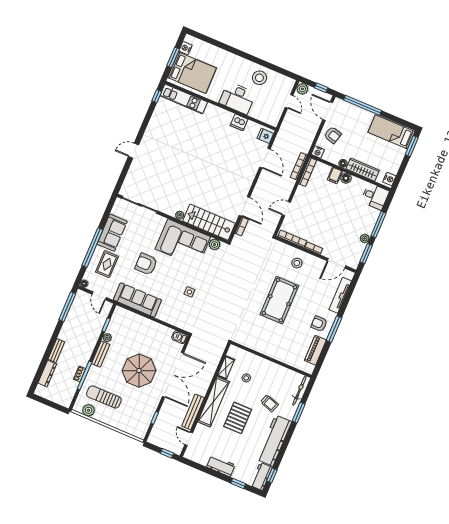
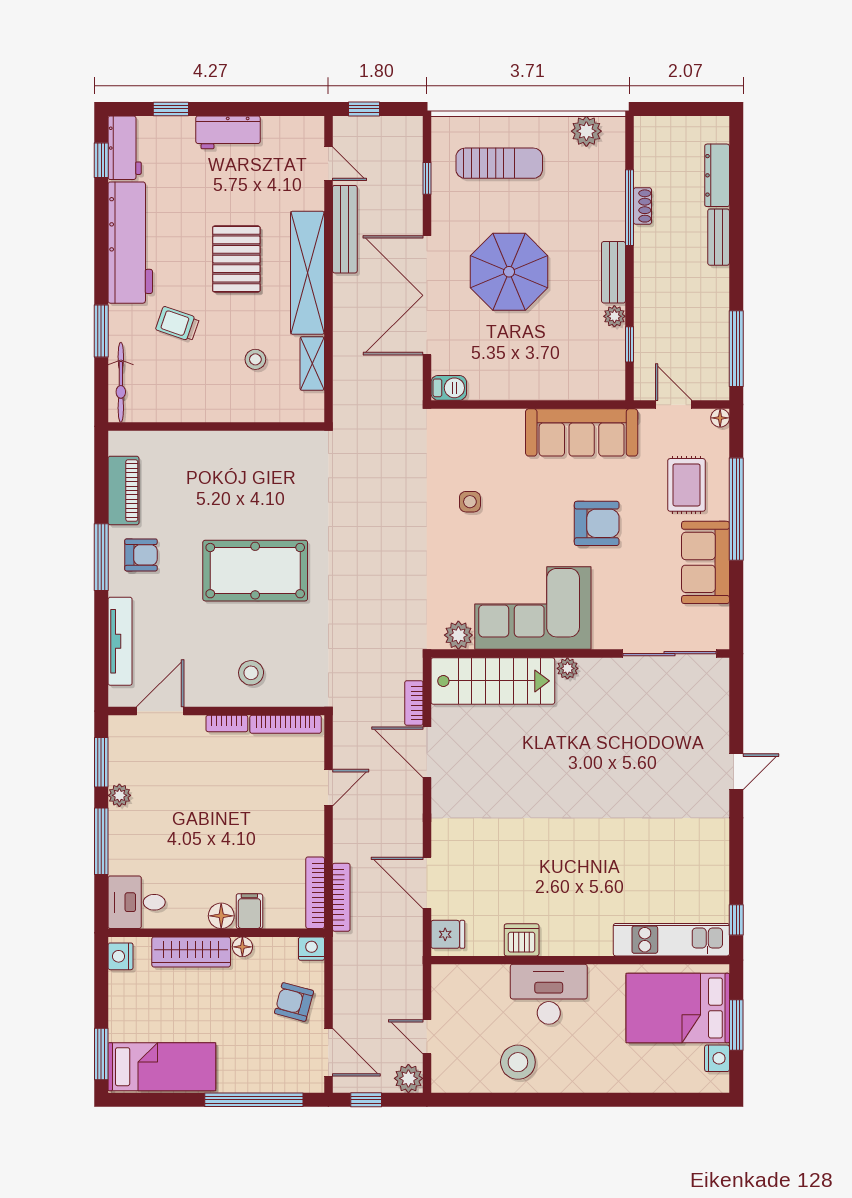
pool table: (279, 300) -> (255, 571), turned 90
sun lounger: (104, 397) -> (499, 163), moved

